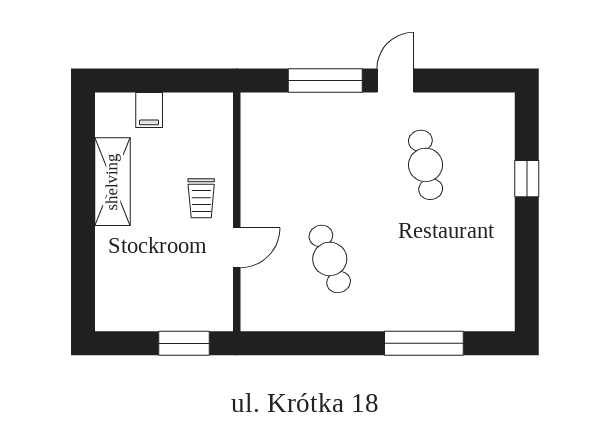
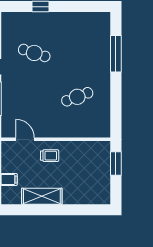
cafe table: (426, 165) -> (34, 53), turned 30
door: (237, 248) -> (25, 139), moved

